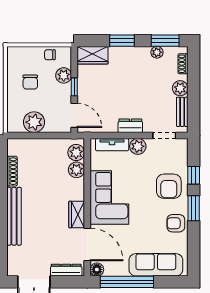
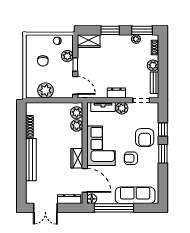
armchair: (176, 223) -> (131, 158), moved

